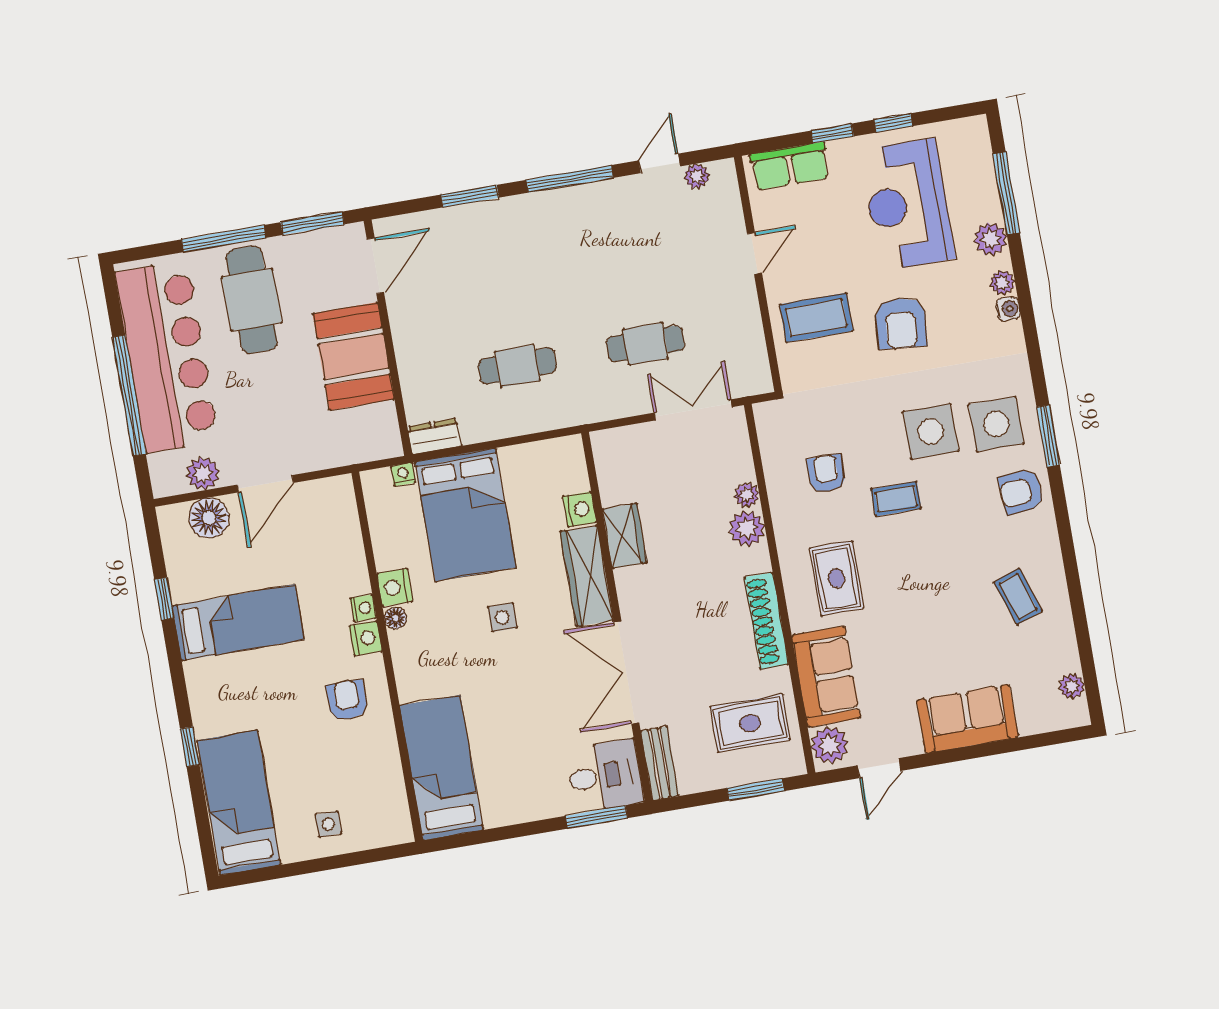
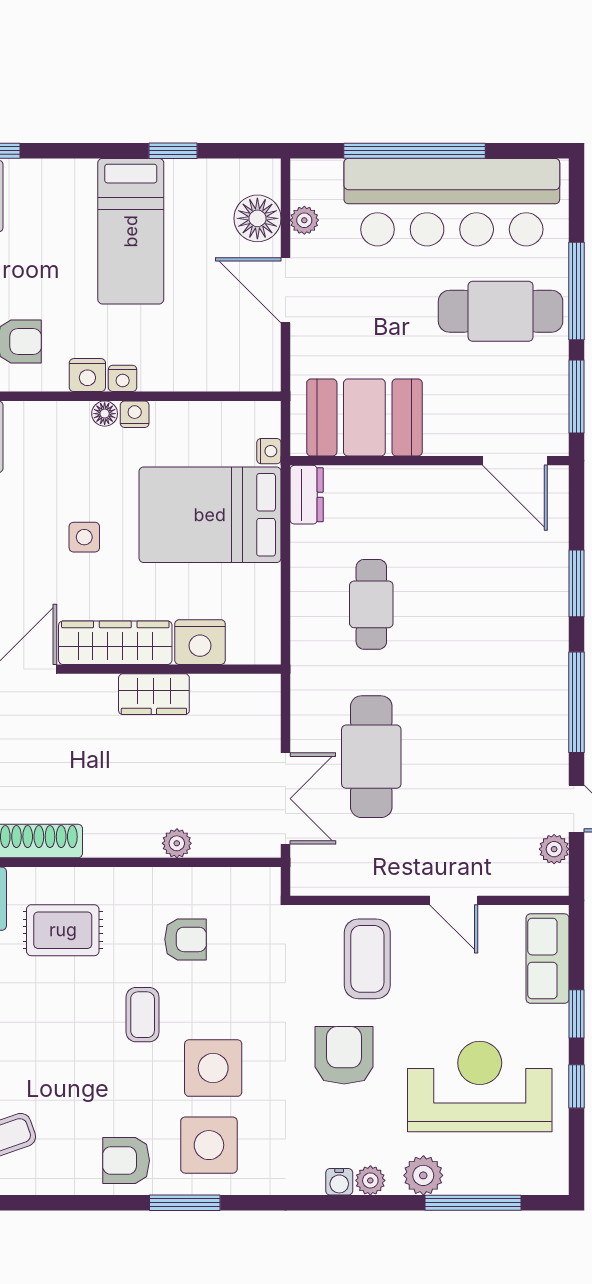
armchair: (901, 323) -> (344, 1055), turned 85
cafe table: (645, 344) -> (371, 757), width x1.37, depth x1.35
booth: (354, 356) -> (364, 417), moved
plant: (203, 474) -> (304, 220), width x0.73, depth x0.73
armchair: (1021, 491) -> (126, 1160), turned -85
nightstand: (580, 509) -> (200, 642), width x1.36, depth x1.33
plant: (747, 529) -> (138, 837), removed
nightstand: (395, 587) -> (135, 414), width x0.72, depth x0.74

